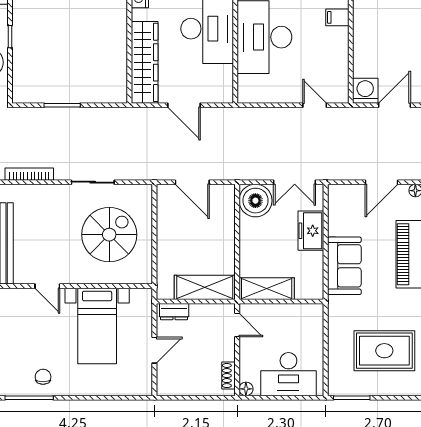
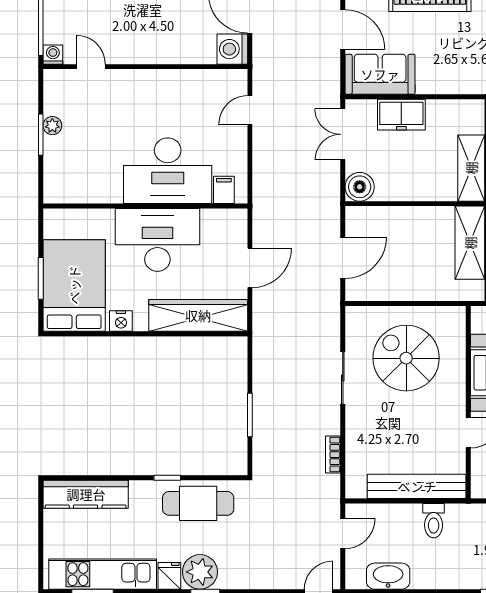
filing cabinet: (337, 17) -> (224, 190), moved, turned 180
bookcase: (29, 174) -> (333, 455), width x0.64
double door: (295, 182) -> (343, 134), swing flipped
boiler: (255, 201) -> (360, 187), width x0.73, depth x0.73
sofa: (344, 266) -> (380, 74), moved

